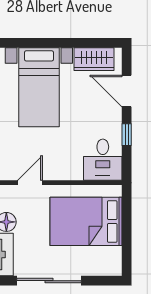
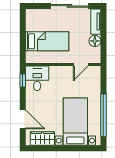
window: (127, 135) -> (23, 80), moved
bed: (86, 221) -> (47, 41), width x0.67

